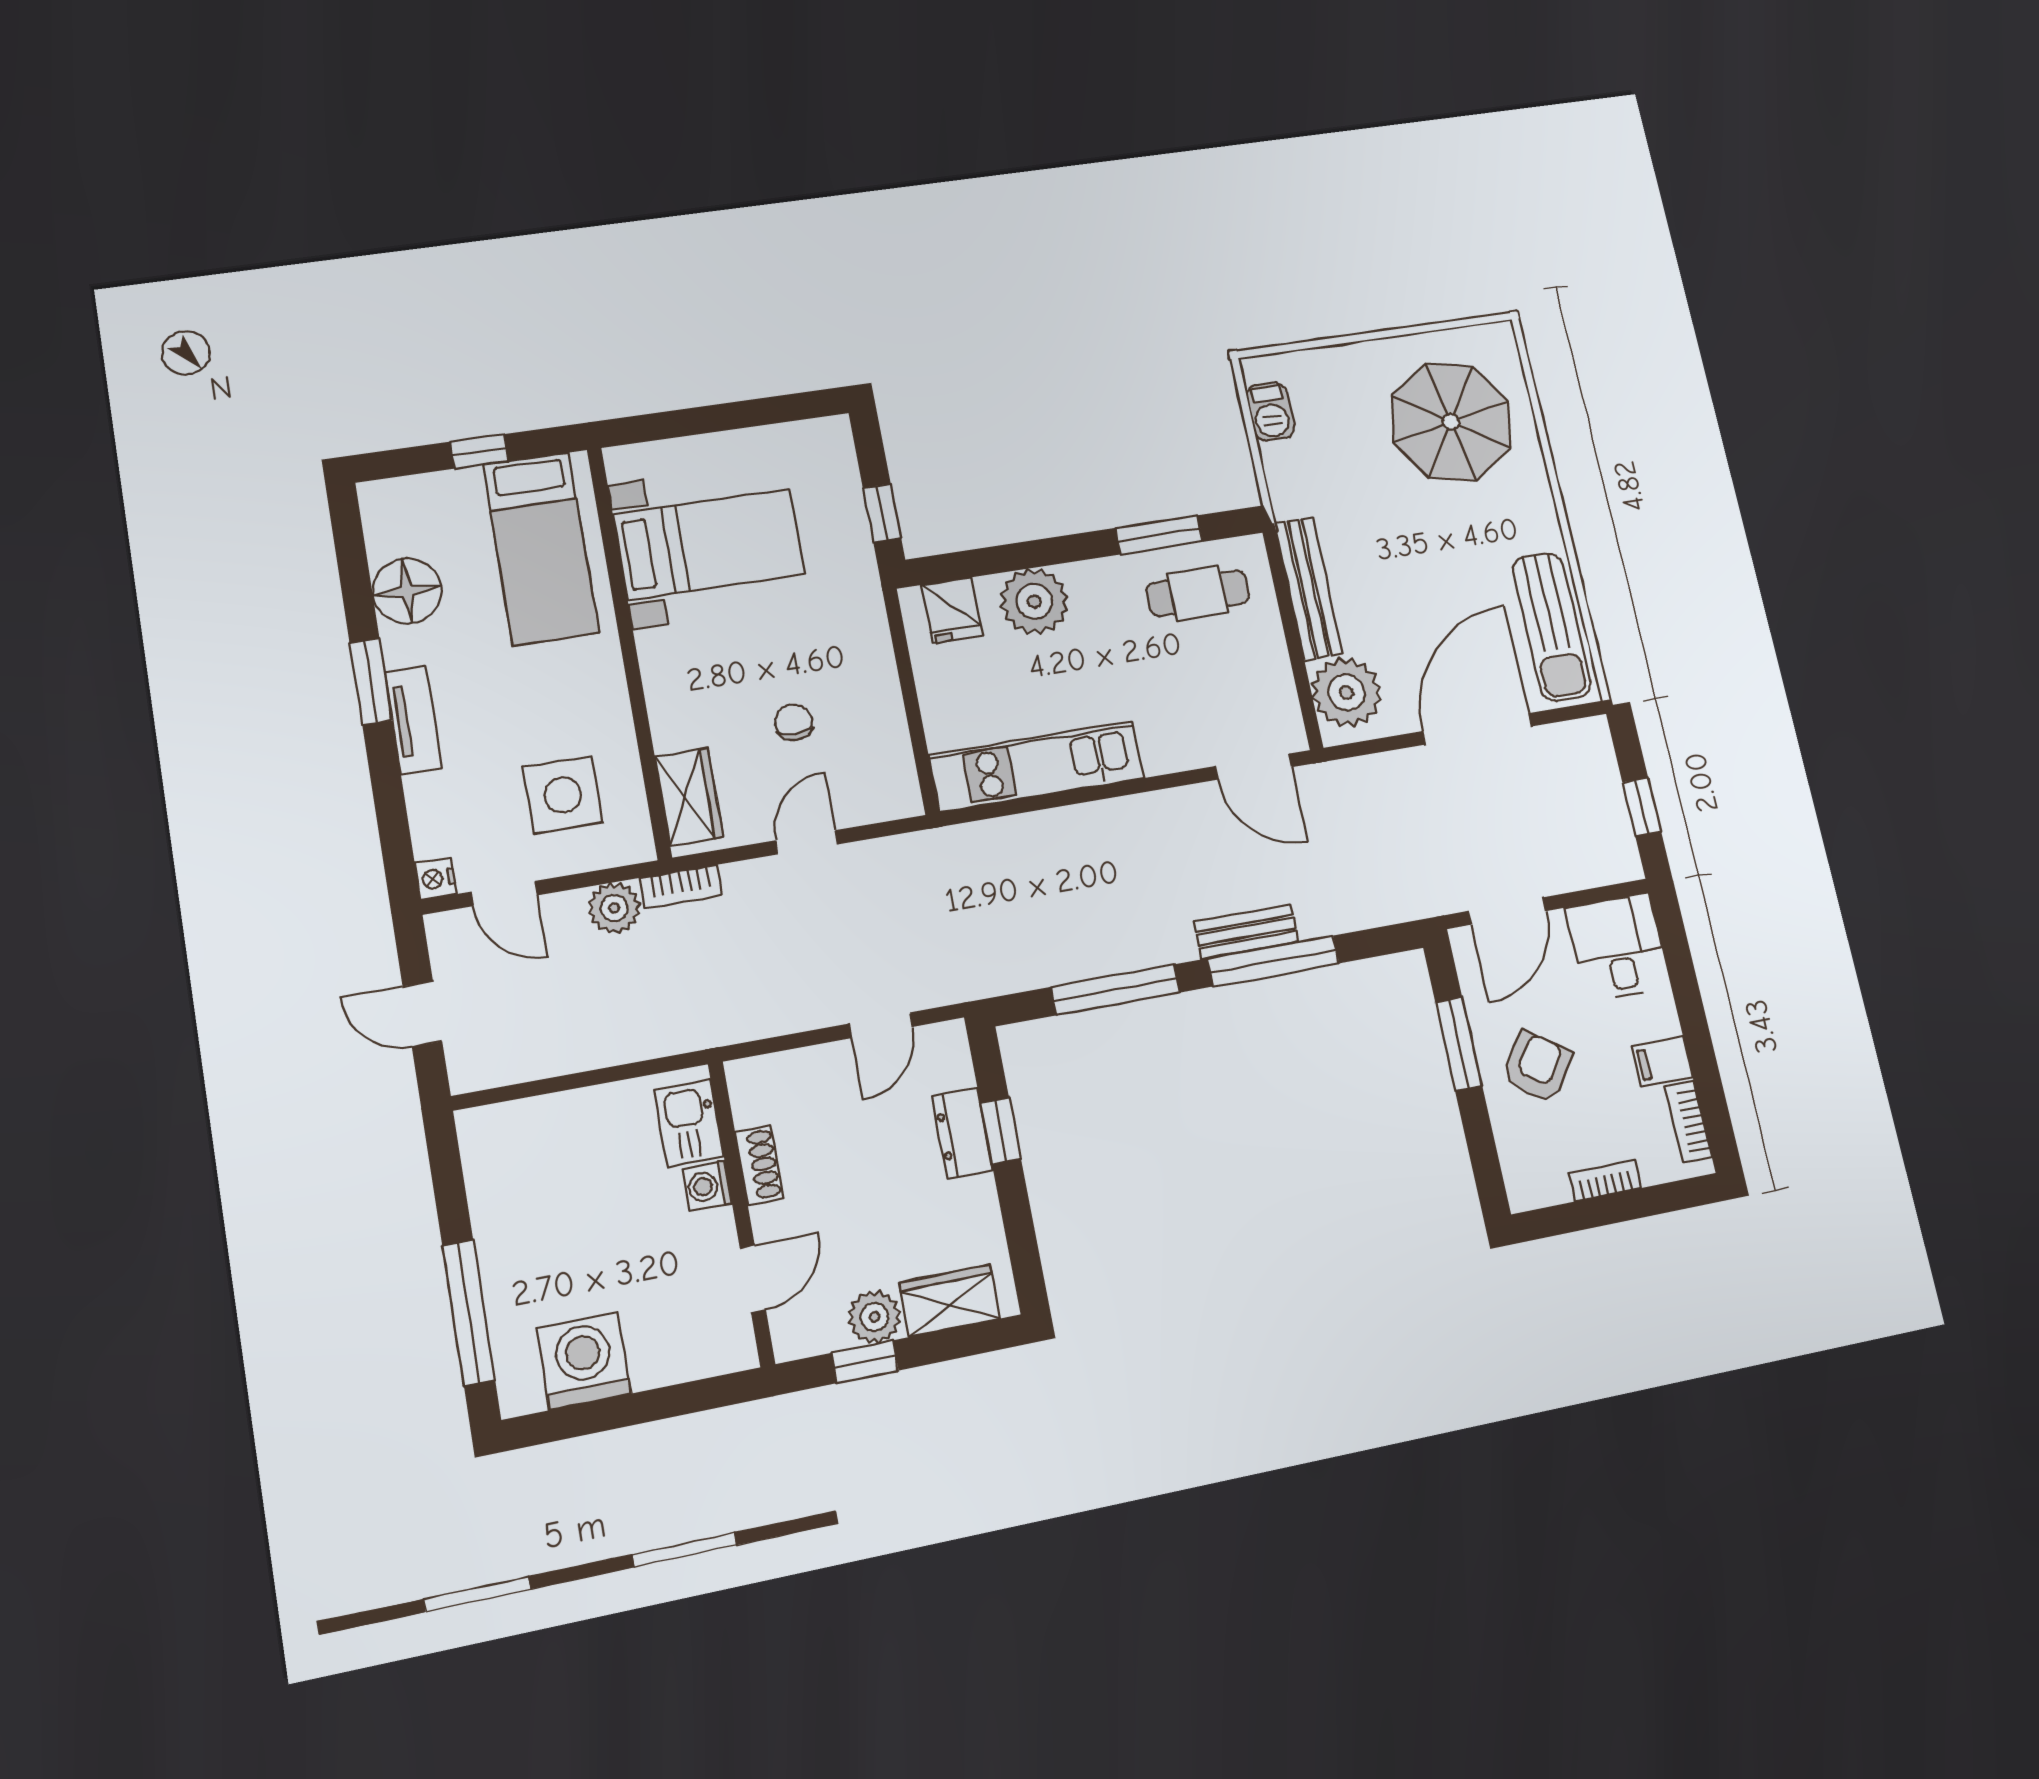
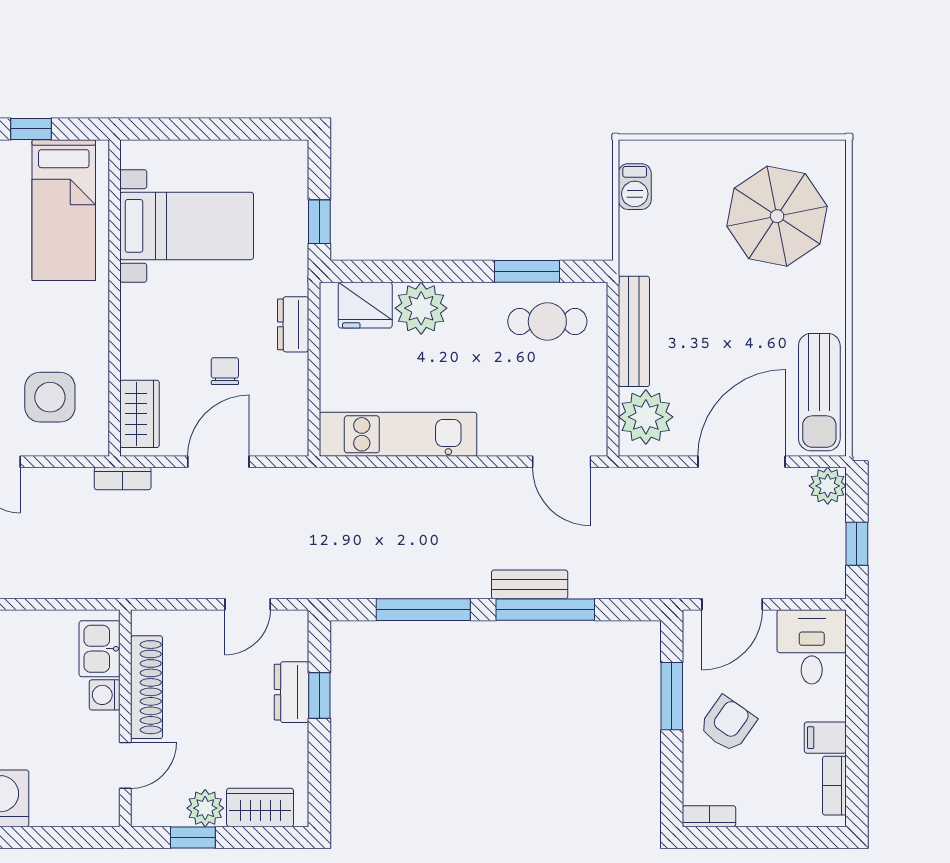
fridge: (952, 610) -> (365, 305), width x1.38
dresser: (873, 648) -> (293, 324), added
door: (807, 842) -> (218, 462), width x1.38
plant: (614, 908) -> (828, 486), moved
shoe rack: (759, 1165) -> (147, 687), width x1.94, depth x1.24
bookcase: (1605, 1181) -> (709, 816), moved

